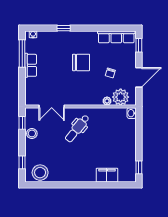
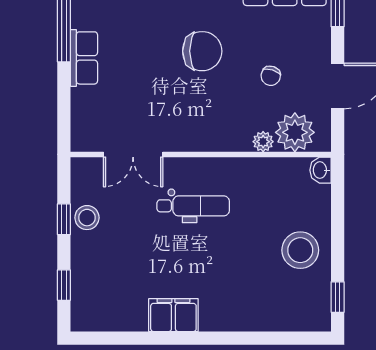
window: (22, 123) -> (64, 219), moved
dental chair: (77, 128) -> (193, 206), turned -129
stool: (40, 173) -> (300, 250), moved
filing cabinet: (107, 175) -> (173, 315), moved

